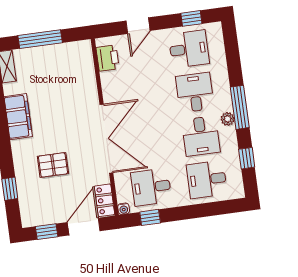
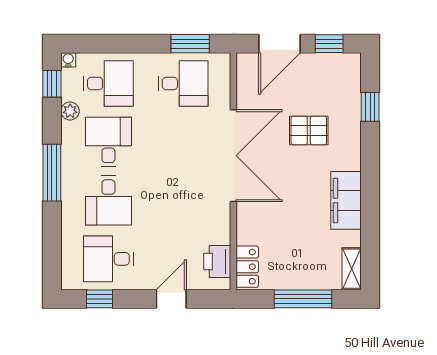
plant: (228, 119) -> (70, 111), moved
double door: (106, 139) -> (233, 156), swing flipped
window: (247, 158) -> (52, 84), moved
locker: (104, 200) -> (247, 267), moved
water cooler: (124, 209) -> (68, 60), moved
window: (150, 217) -> (190, 44), width x1.50

